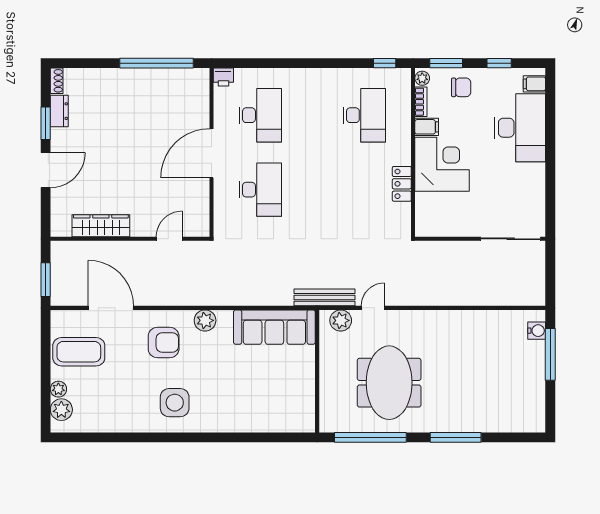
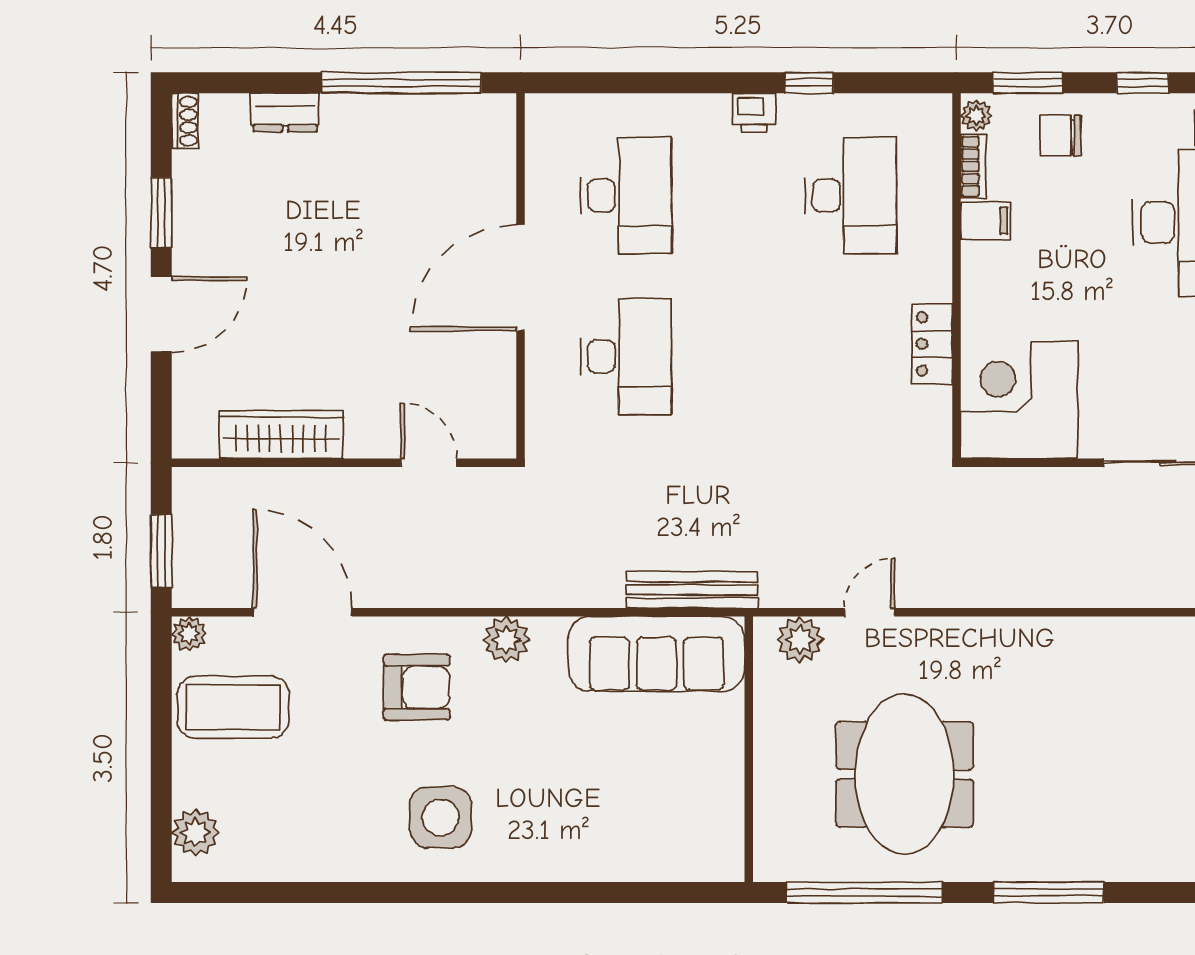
window: (385, 63) -> (809, 83), moved
printer: (223, 77) -> (754, 113), moved
chair: (461, 87) -> (1060, 135), turned 180
dresser: (59, 111) -> (285, 113), moved, turned 90
corner desk: (442, 164) -> (1019, 400), moved, turned -90
door: (169, 239) -> (429, 463), hinge flipped
bench: (325, 297) -> (692, 590), moved
plant: (58, 389) -> (189, 634), moved

